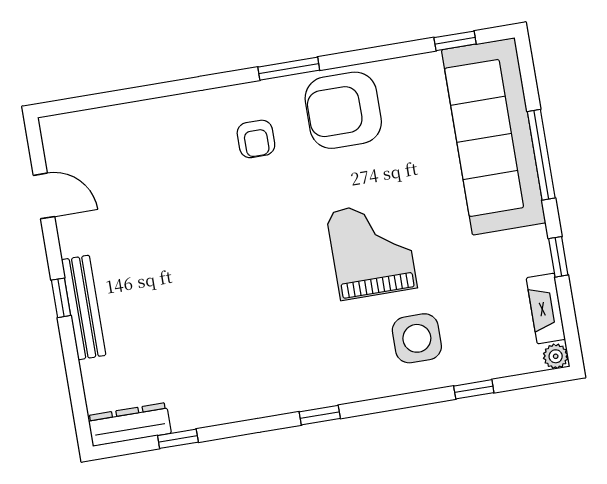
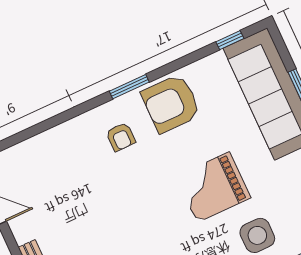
grand piano: (372, 250) -> (213, 187), turned -90

